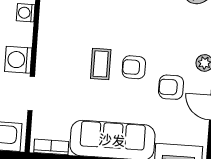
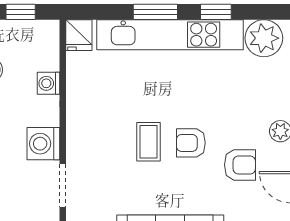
armchair: (171, 87) -> (240, 165), turned 180

